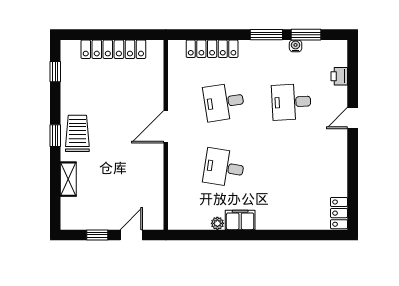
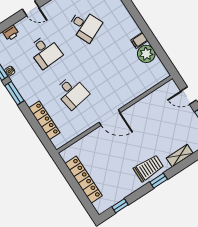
trolley: (77, 133) -> (149, 168), turned 180
desk: (224, 168) -> (85, 26), moved, turned -33
filing cabinet: (240, 220) -> (139, 40), width x0.50
plant: (217, 223) -> (146, 54), width x1.87, depth x1.87

